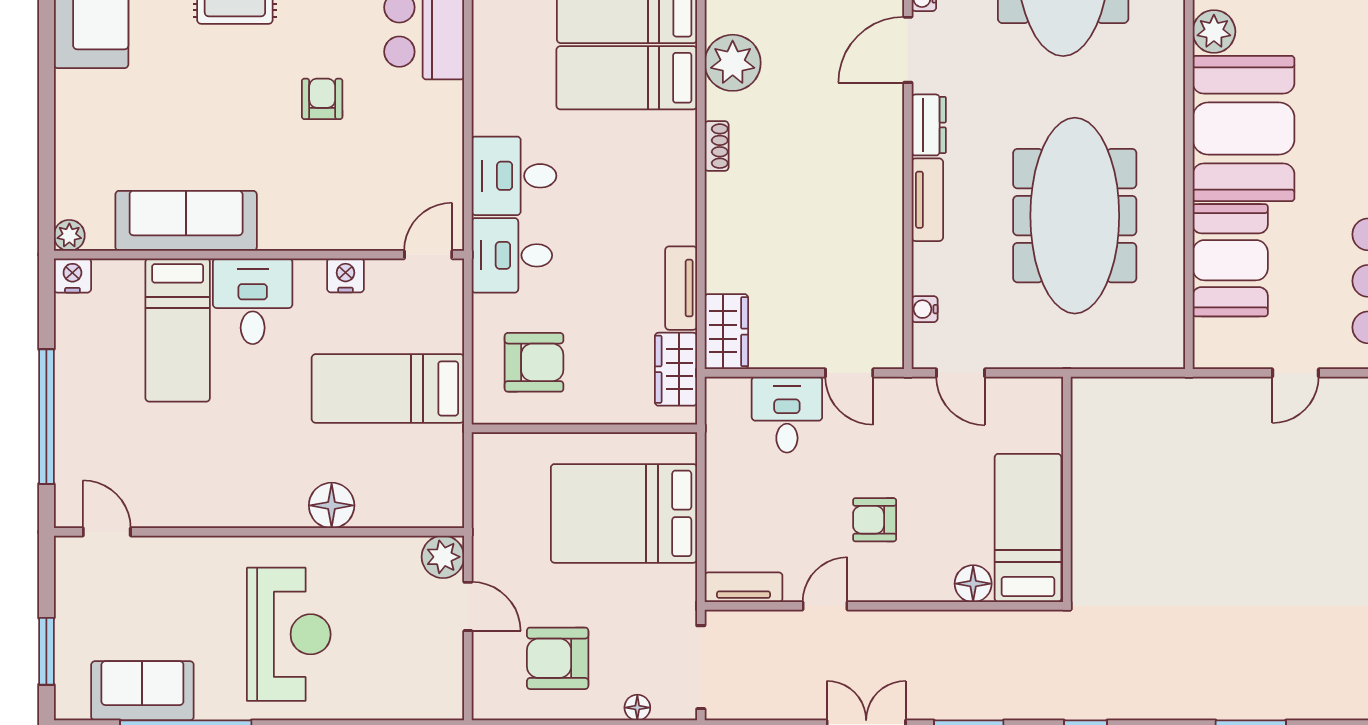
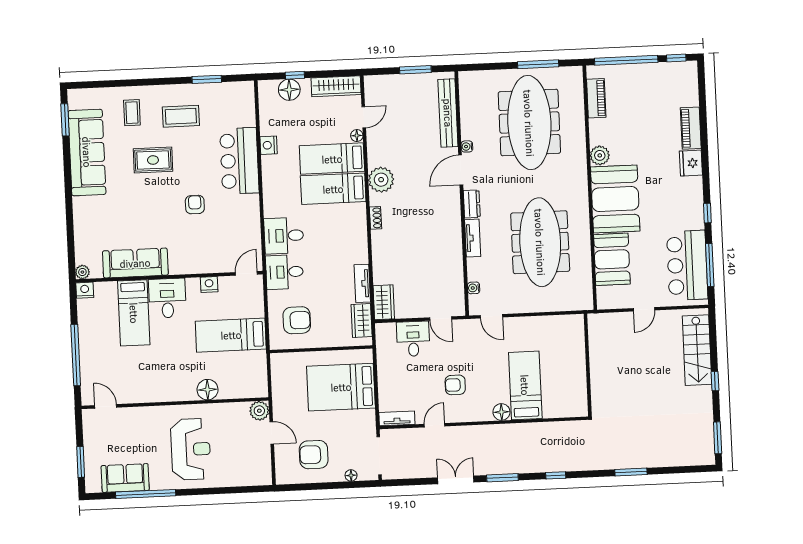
wall: (1067, 489) -> (588, 365), moved

